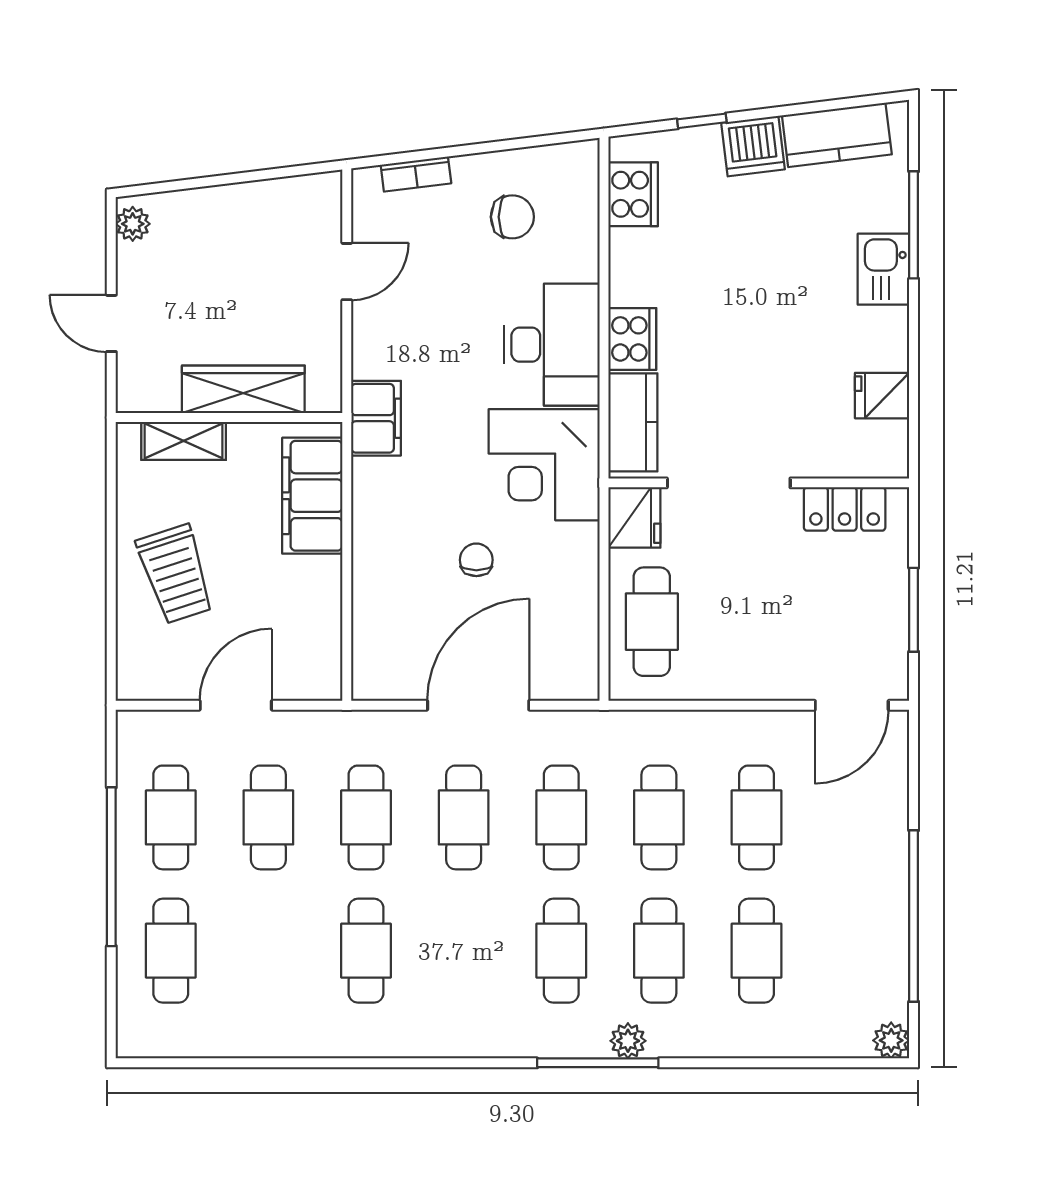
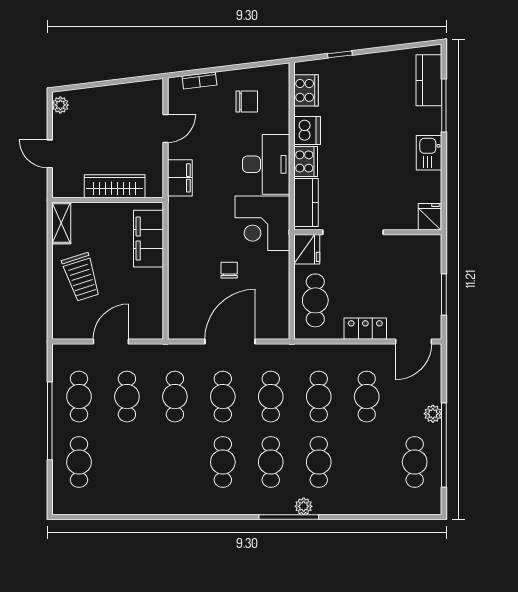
kitchen counter: (837, 135) -> (429, 80), moved, turned 97
dishwasher: (753, 146) -> (307, 130), moved, turned -83
kitchen sink: (883, 269) -> (429, 153), moved
fridge: (882, 396) -> (430, 217), moved, turned 90
filing cabinet: (376, 418) -> (180, 178), moved
shelving: (184, 441) -> (61, 223), moved, turned 90
locker: (845, 509) -> (365, 329), moved, turned 180
cafe table: (366, 951) -> (223, 462), moved
cafe table: (756, 951) -> (415, 462), moved
plant: (891, 1040) -> (433, 414), moved

